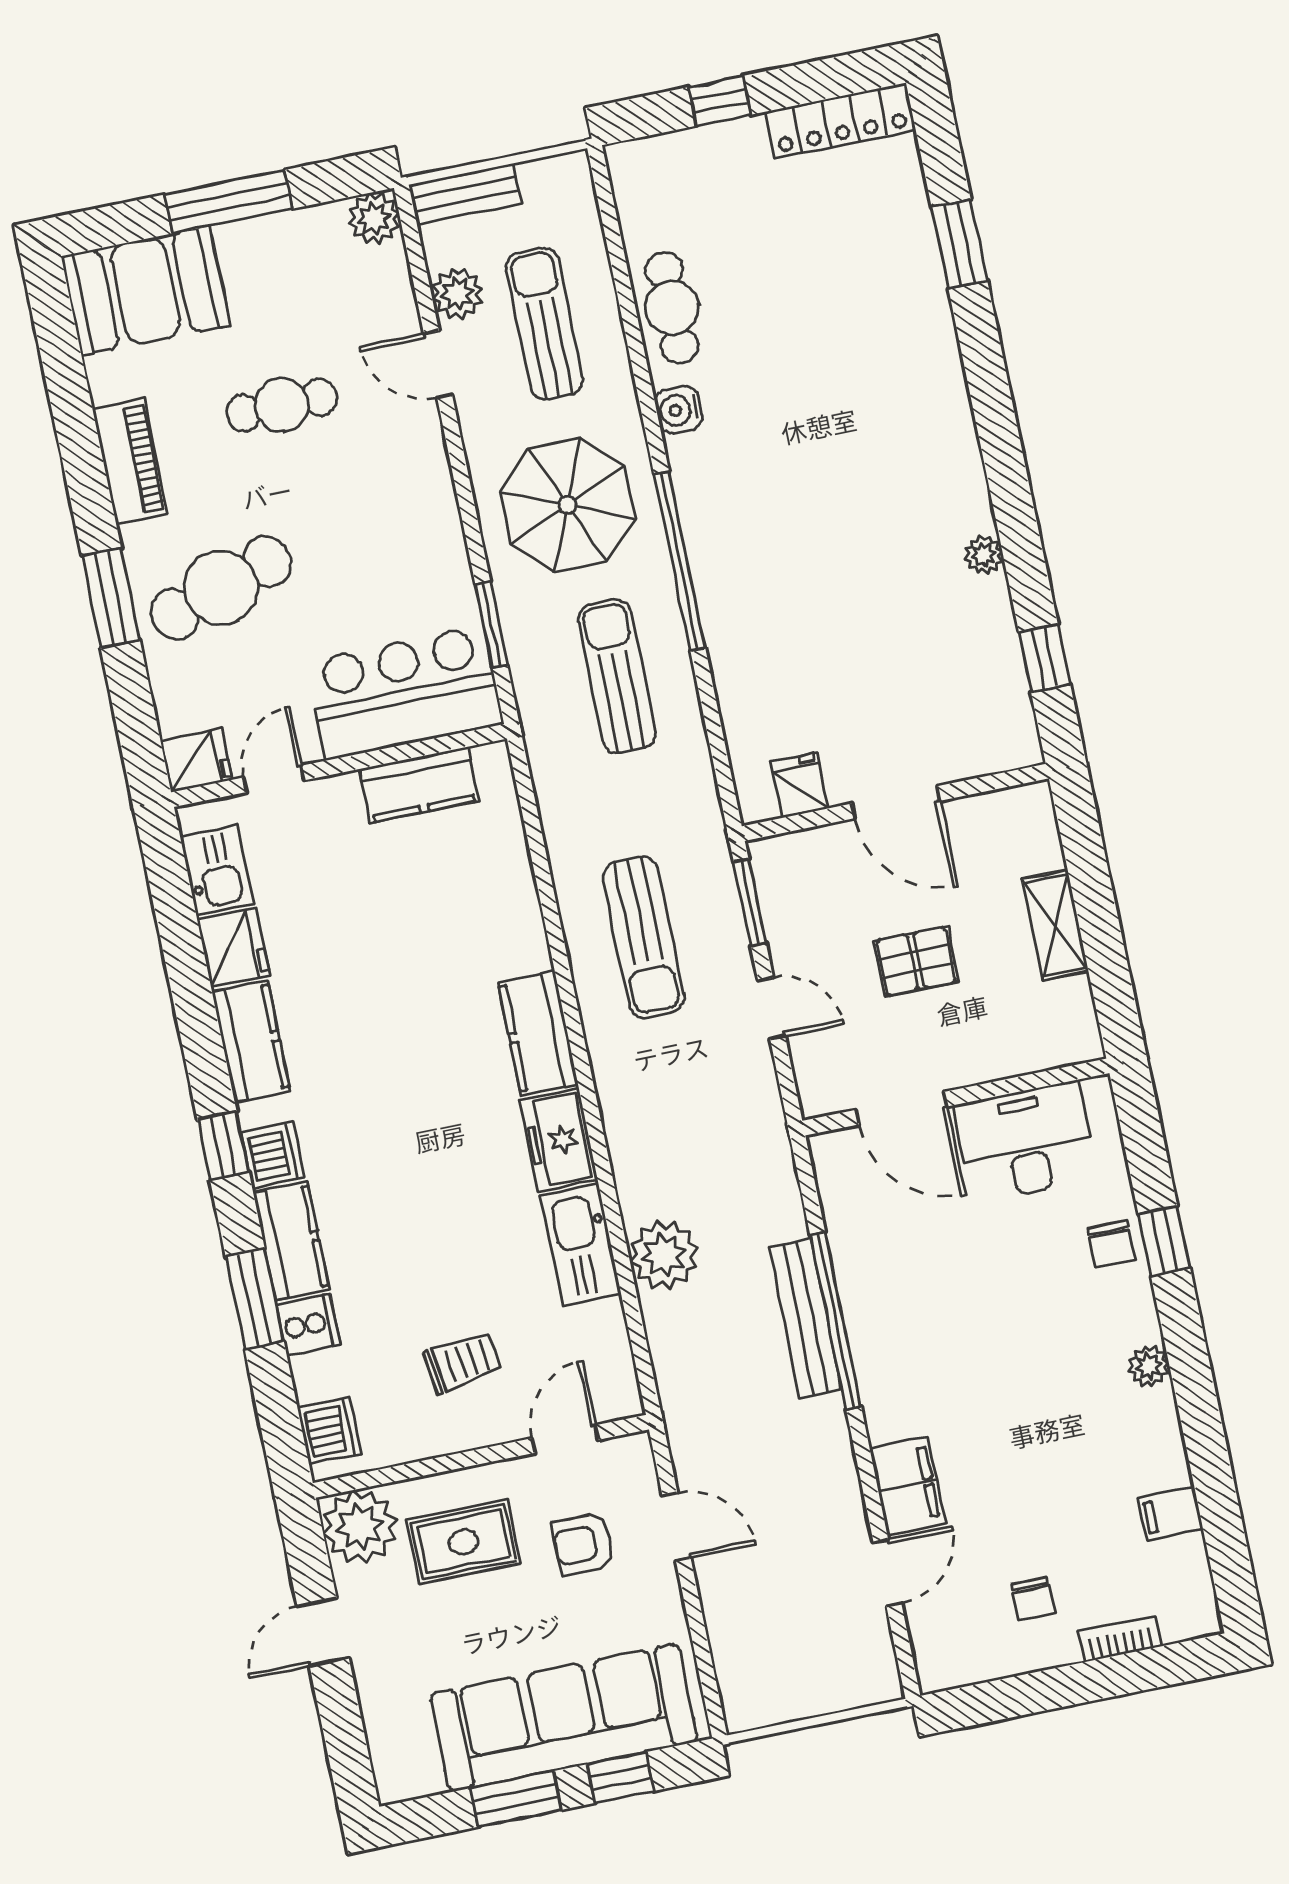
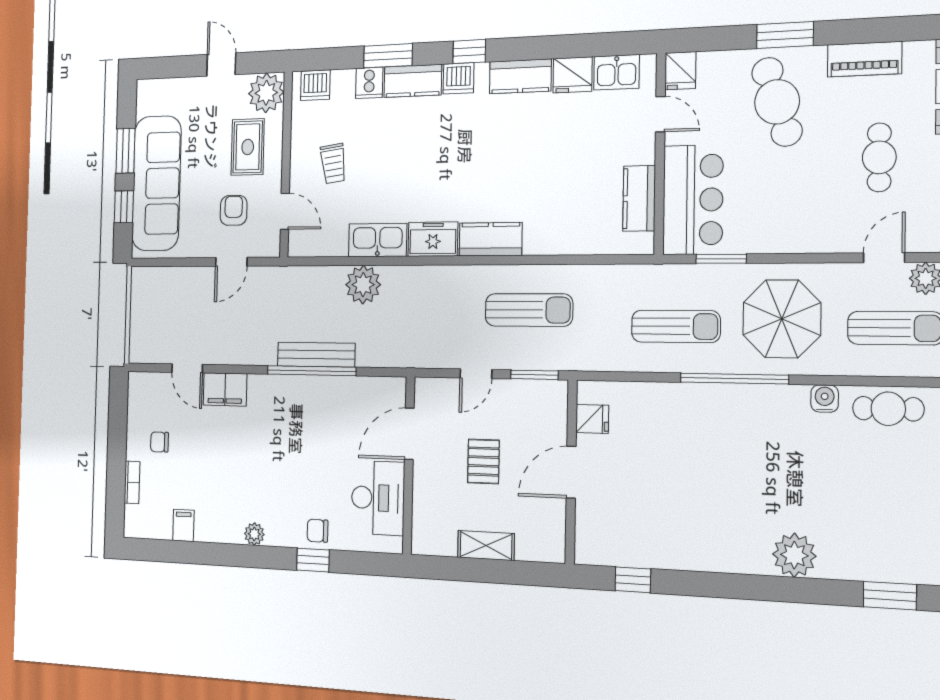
plant: (984, 555) -> (794, 555), moved, width x1.88, depth x1.88
sun lounger: (643, 937) -> (529, 310), turned 180

